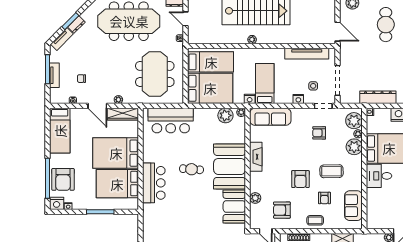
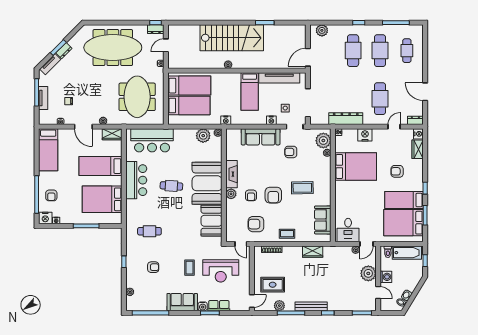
door: (186, 19) -> (166, 45), hinge flipped
door: (338, 32) -> (308, 57), swing flipped
bed: (265, 84) -> (250, 91), moved, turned 180
bed: (210, 88) -> (189, 105), width x0.67
wardrobe: (123, 114) -> (112, 134), width x0.67
sofa: (270, 117) -> (261, 137), moved
plant: (354, 147) -> (324, 165), removed
bed: (116, 153) -> (101, 166), width x0.67
desk: (379, 176) -> (348, 230), moved, turned -90
armchair: (63, 179) -> (51, 195), width x0.53, depth x0.53
bar counter: (154, 183) -> (136, 180), moved
plant: (255, 198) -> (231, 194), moved
armchair: (324, 198) -> (251, 195), moved
cafe table: (168, 218) -> (149, 231), added

